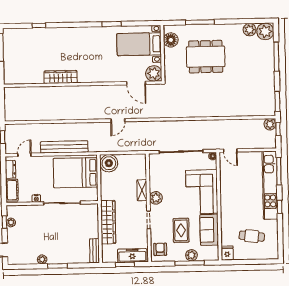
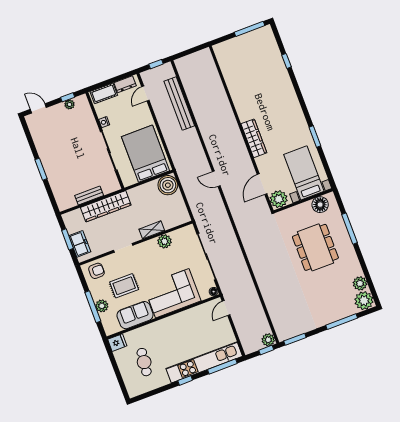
wardrobe: (61, 77) -> (254, 138), moved
bench: (64, 147) -> (179, 103), moved
door: (24, 155) -> (145, 93), swing flipped
plant: (156, 198) -> (164, 241), moved
bench: (94, 251) -> (89, 195), moved
freezer: (132, 255) -> (80, 244), width x0.71
plant: (42, 259) -> (42, 151), removed

